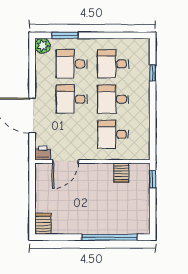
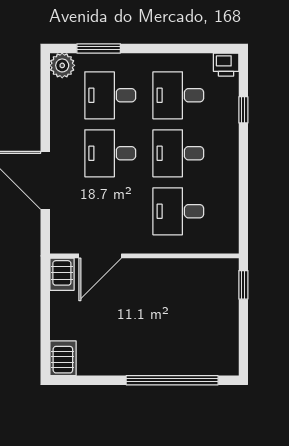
printer: (43, 153) -> (226, 65), moved, turned 180
server rack: (121, 173) -> (62, 274), moved

